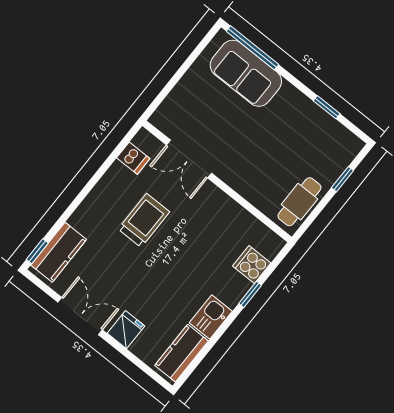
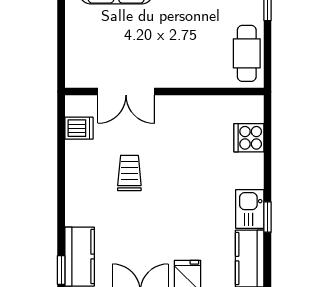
trolley: (144, 220) -> (129, 173), width x0.73, depth x0.72
window: (250, 294) -> (268, 217), moved

